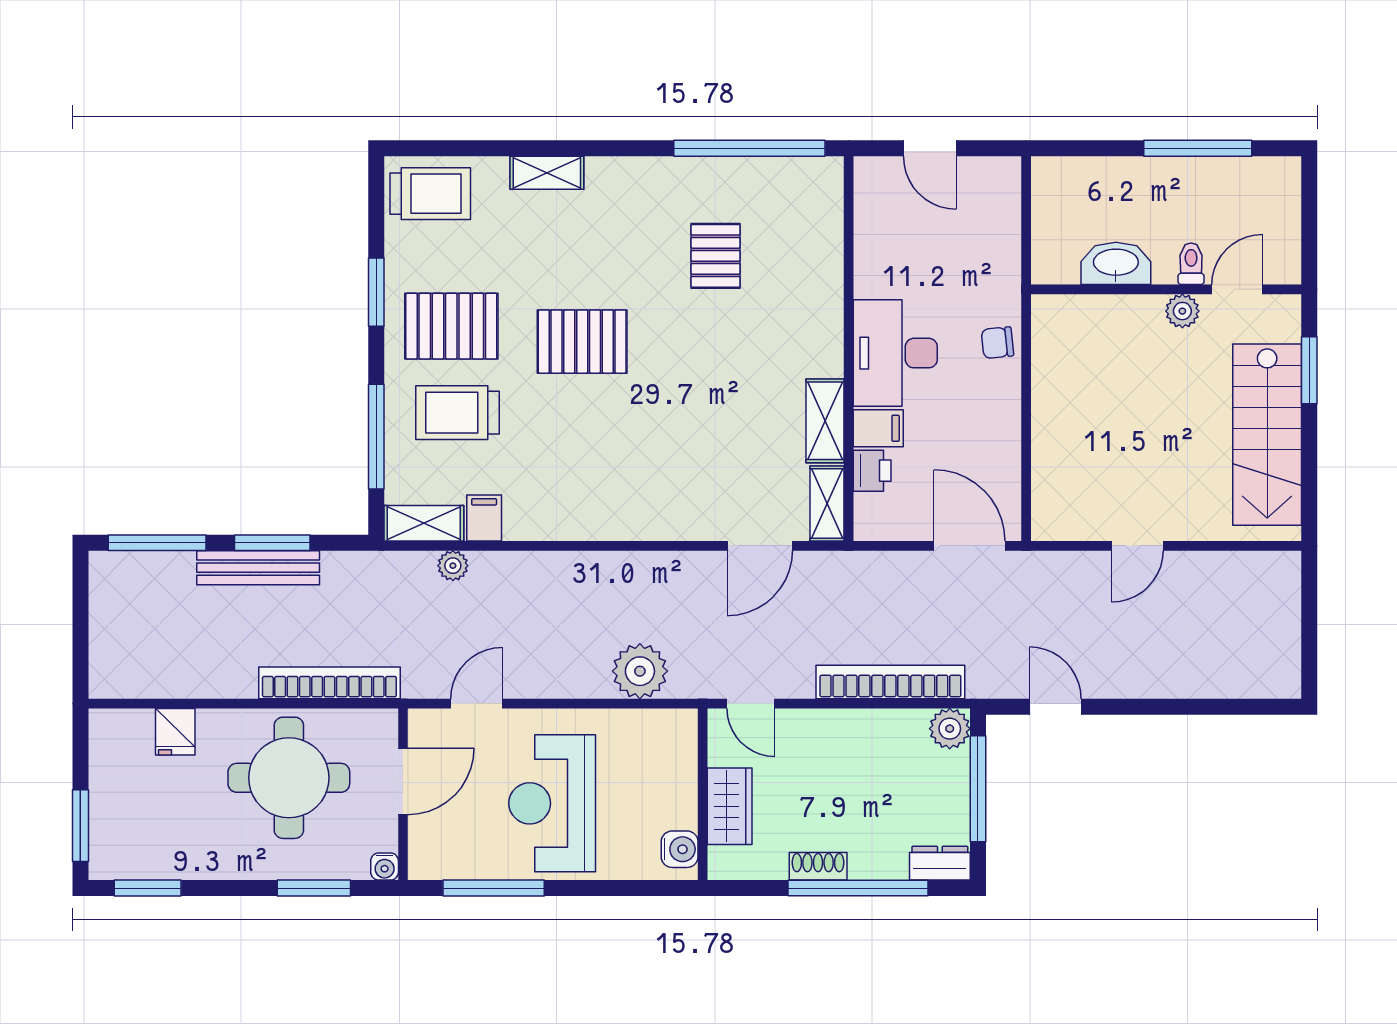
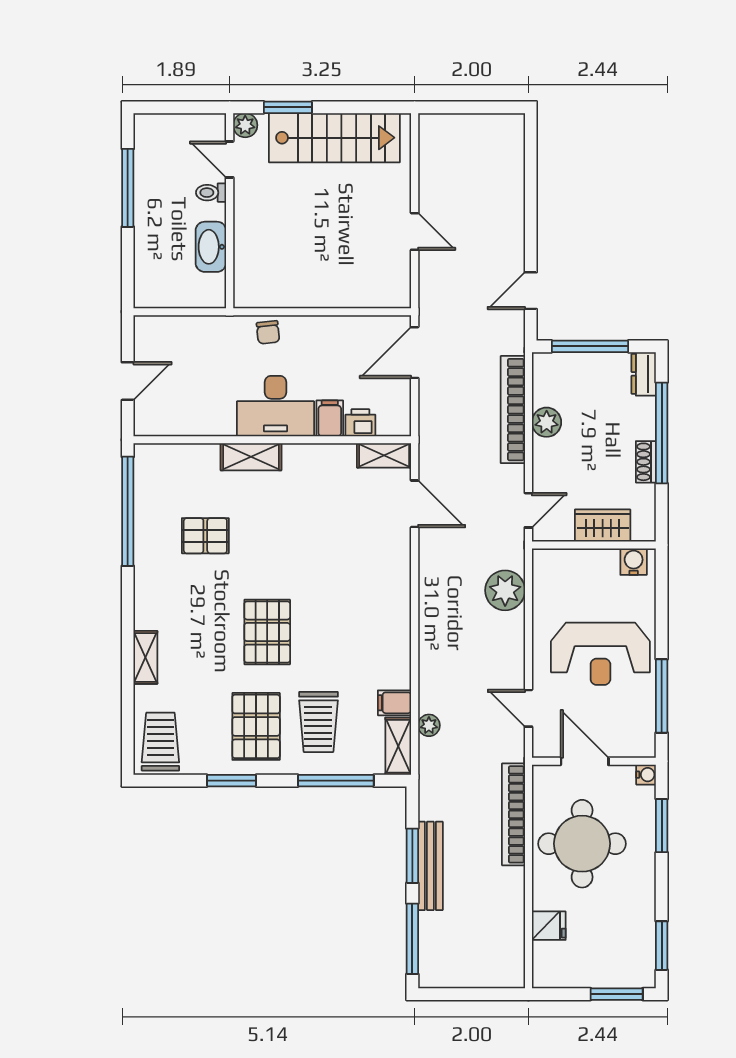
plant: (1182, 311) -> (245, 125), moved
shelving: (825, 421) -> (251, 457), moved
plant: (950, 729) -> (547, 422), moved

